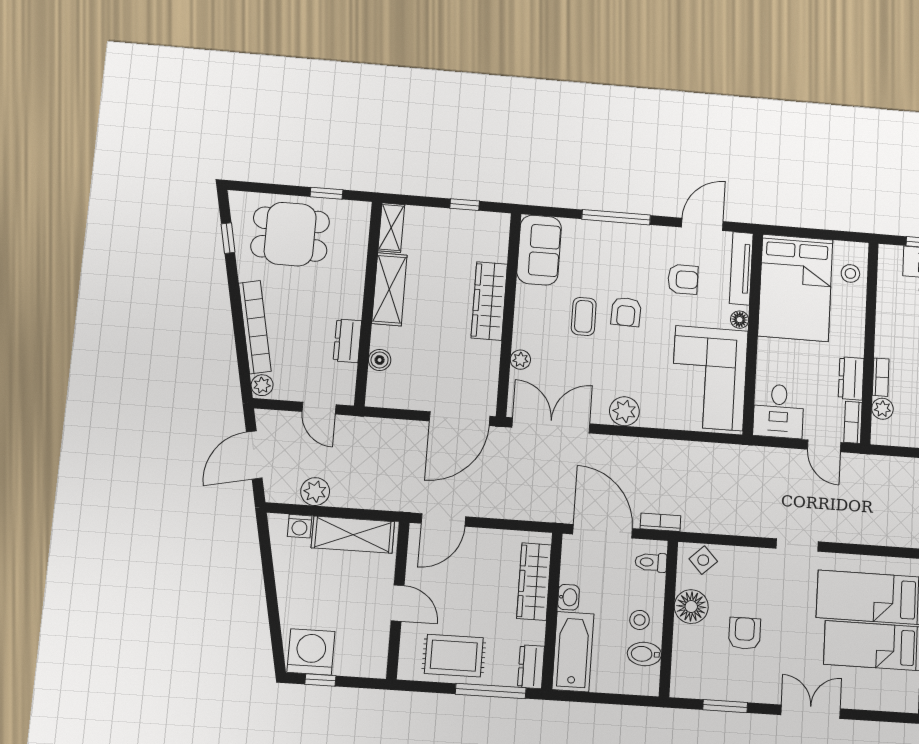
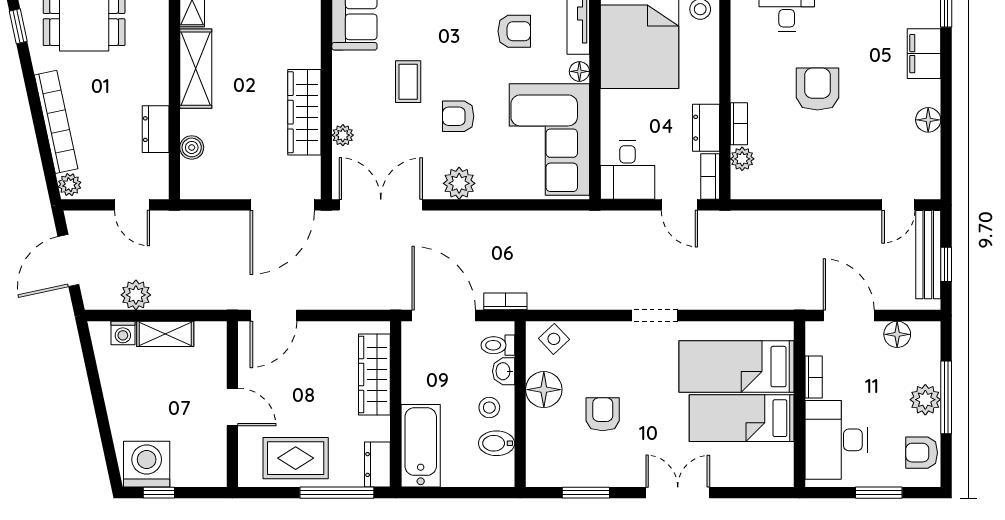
wardrobe: (489, 301) -> (304, 112), moved
armchair: (626, 312) -> (458, 116), moved, turned 88
shelving: (353, 535) -> (165, 334), width x0.67, depth x0.75
washbasin: (569, 597) -> (504, 371), moved, turned 180

